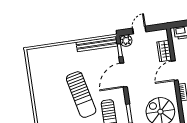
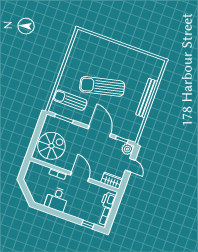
bench: (97, 44) -> (147, 98), moved
wardrobe: (164, 51) -> (112, 181), moved

